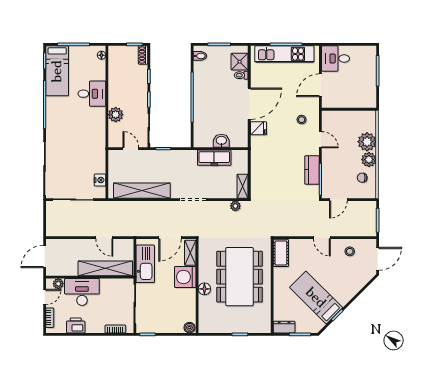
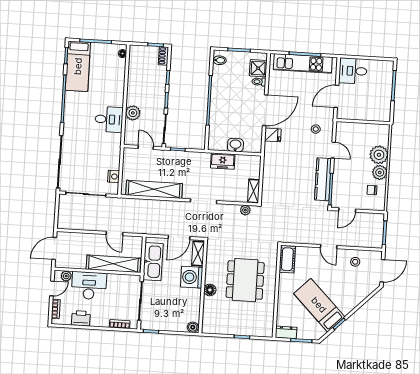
desk: (92, 94) -> (109, 119), moved
freezer: (214, 158) -> (223, 161), width x0.71
kitchen counter: (312, 170) -> (323, 179), width x1.50
dining table: (239, 277) -> (245, 280), width x0.73, depth x0.80

